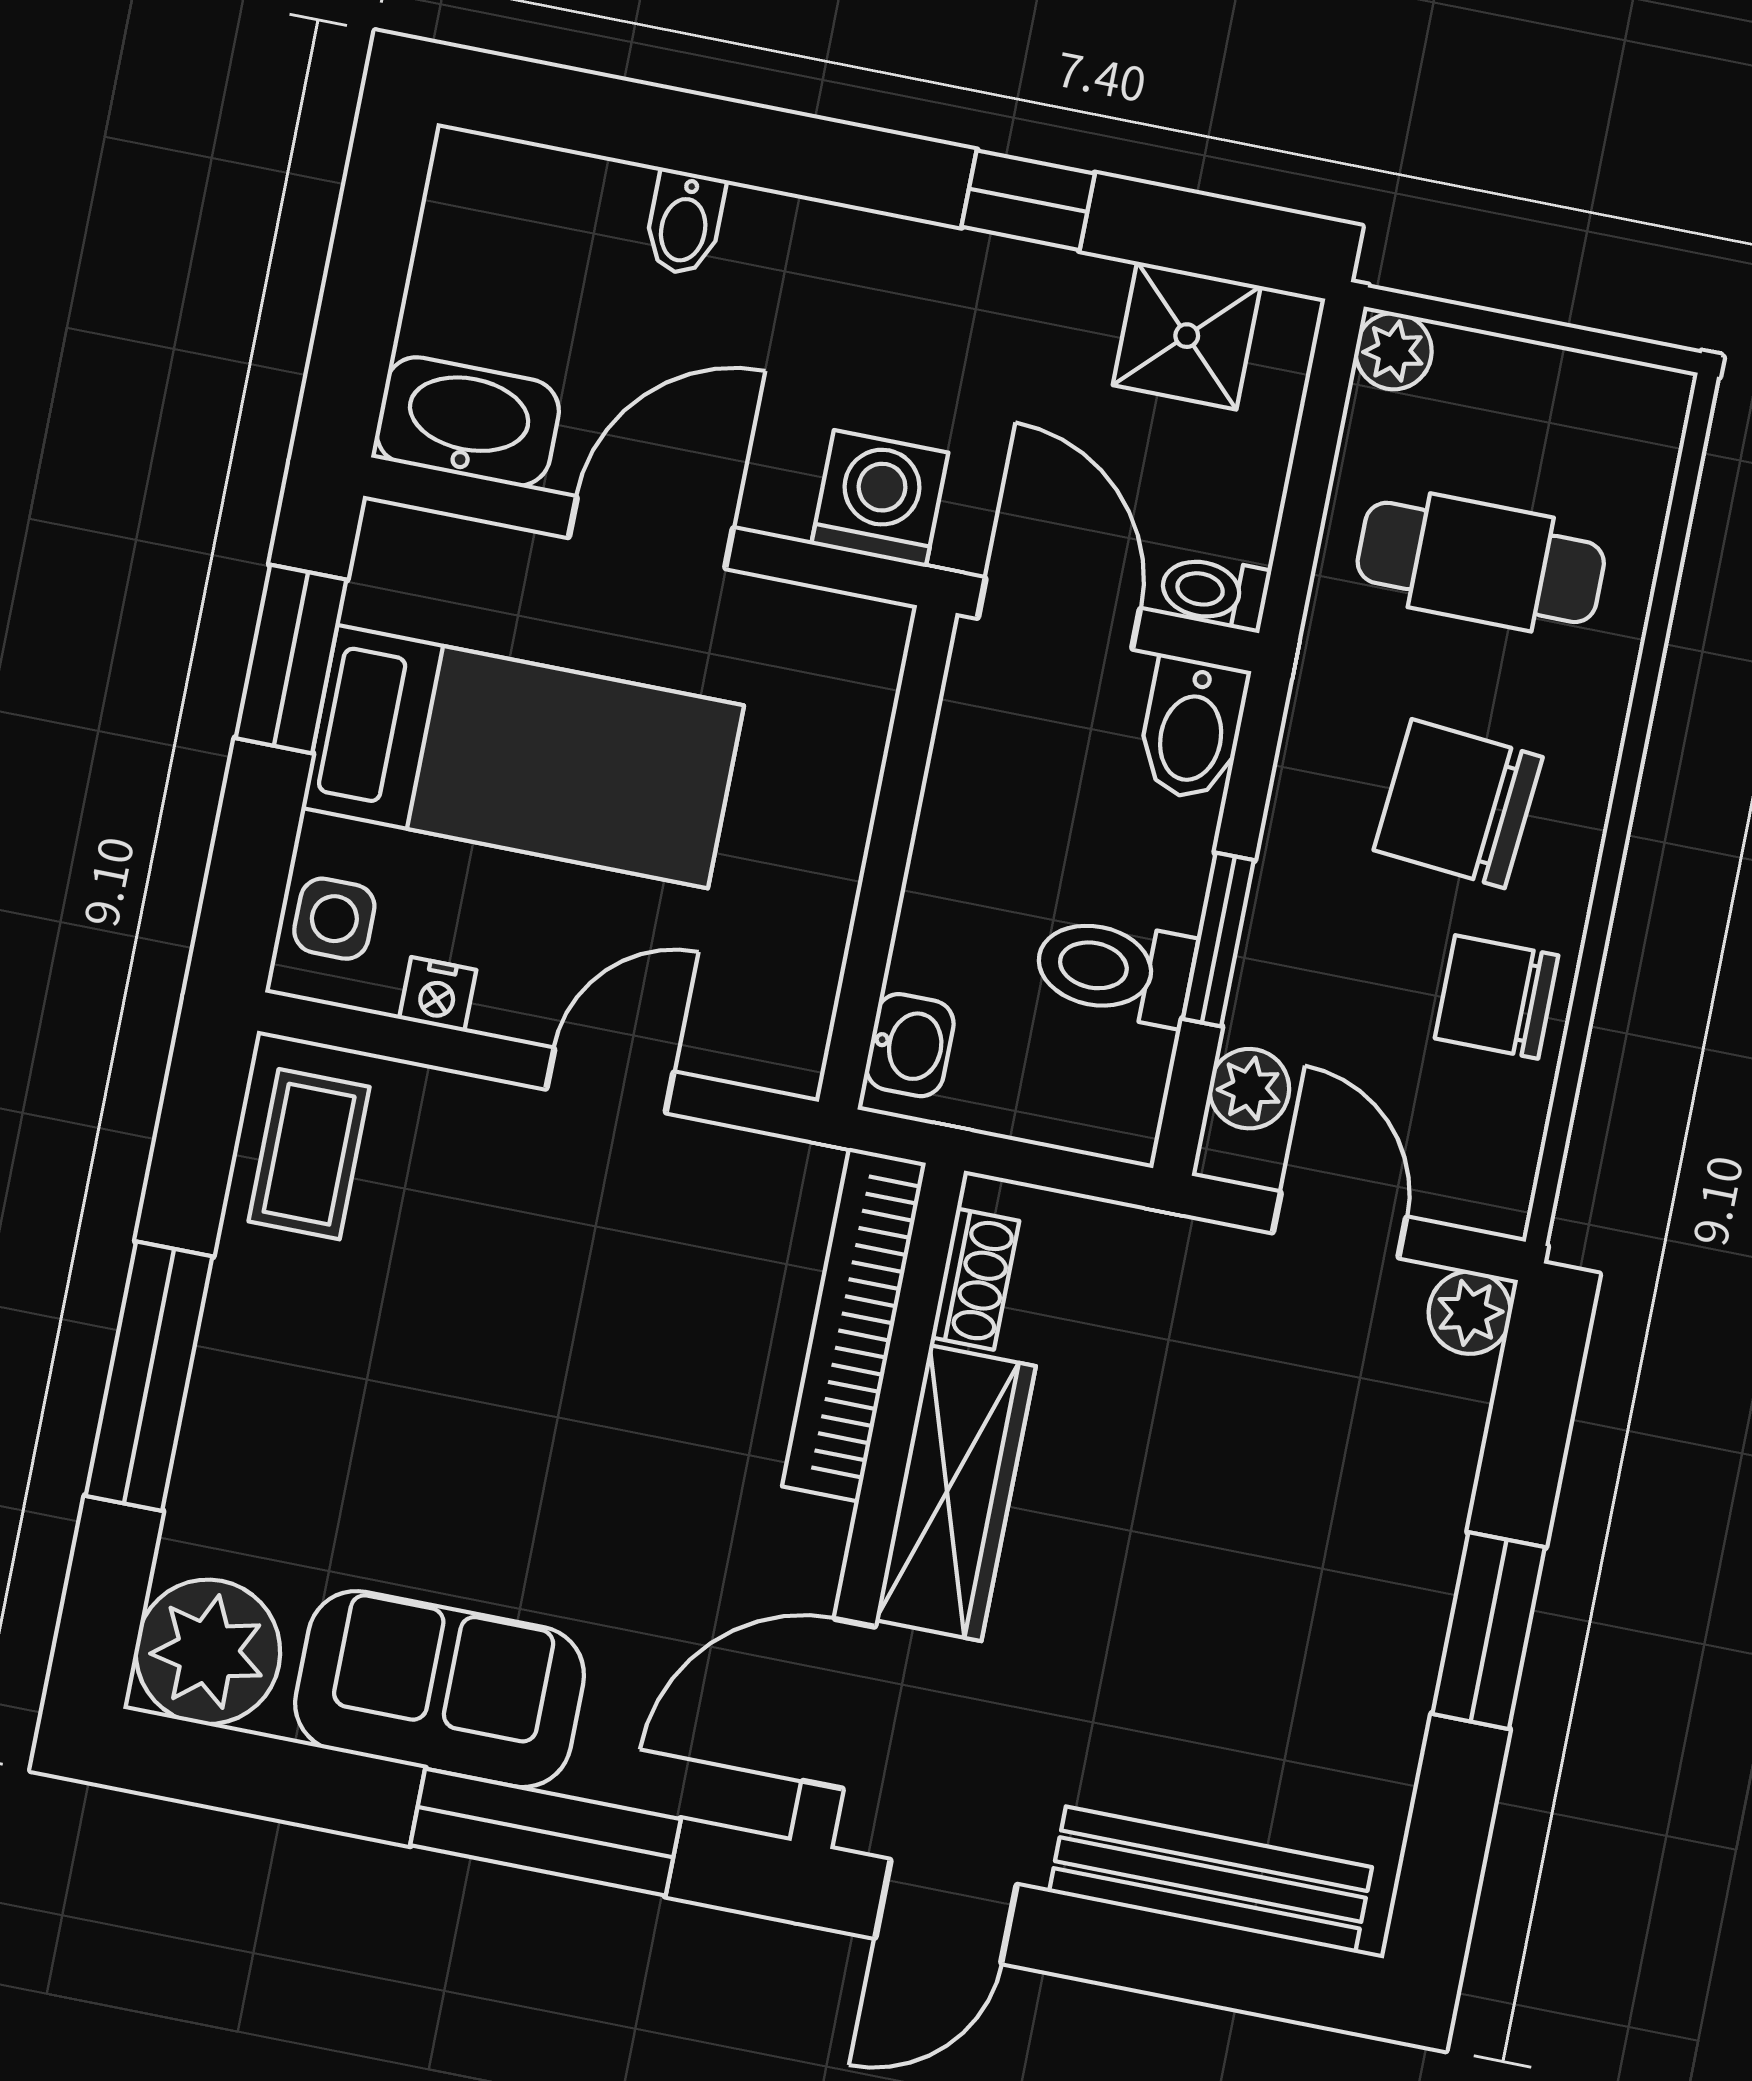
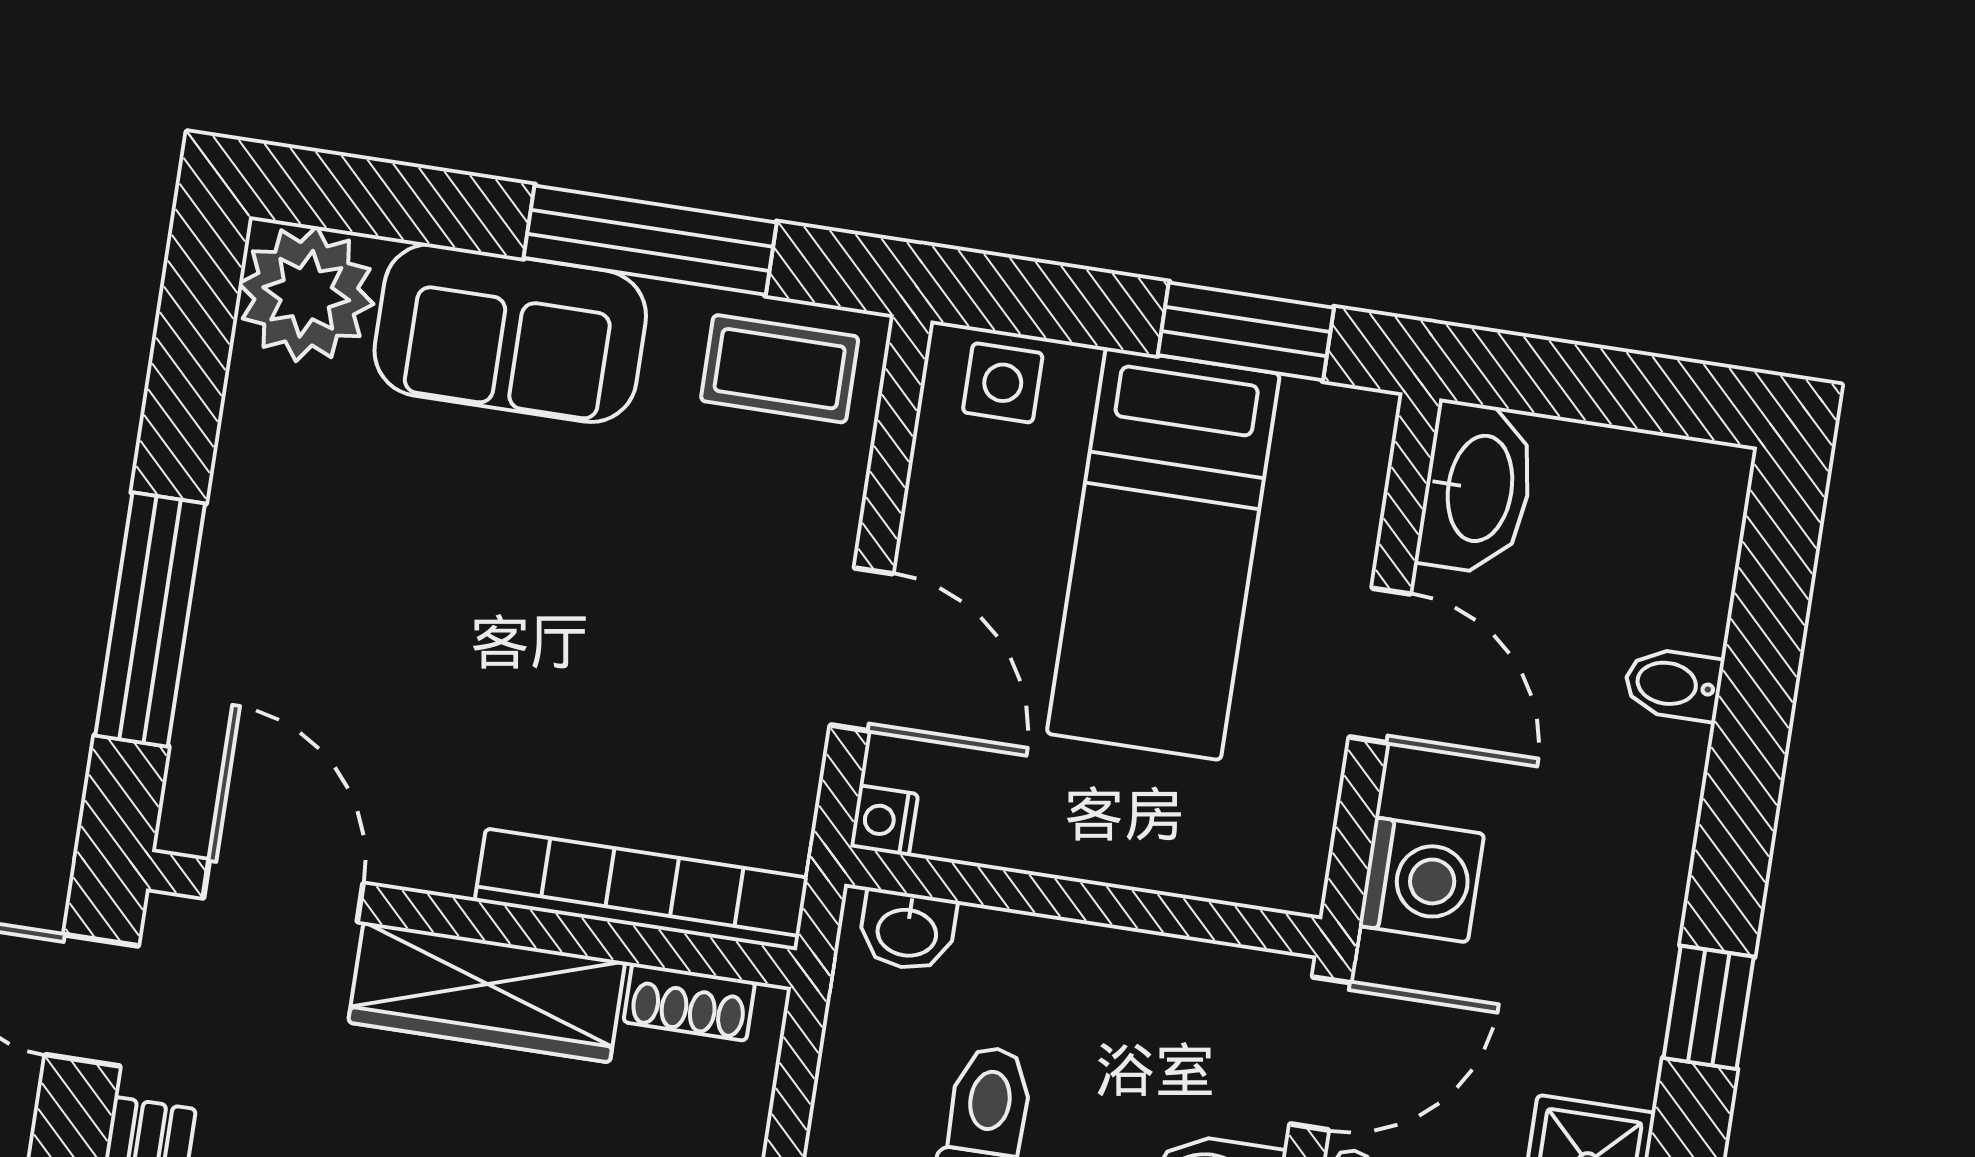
nightstand: (438, 994) -> (884, 821), moved
door: (610, 1080) -> (862, 649), width x1.38
window: (149, 1376) -> (650, 240), moved
sofa: (440, 1689) -> (510, 333), moved, turned 90

